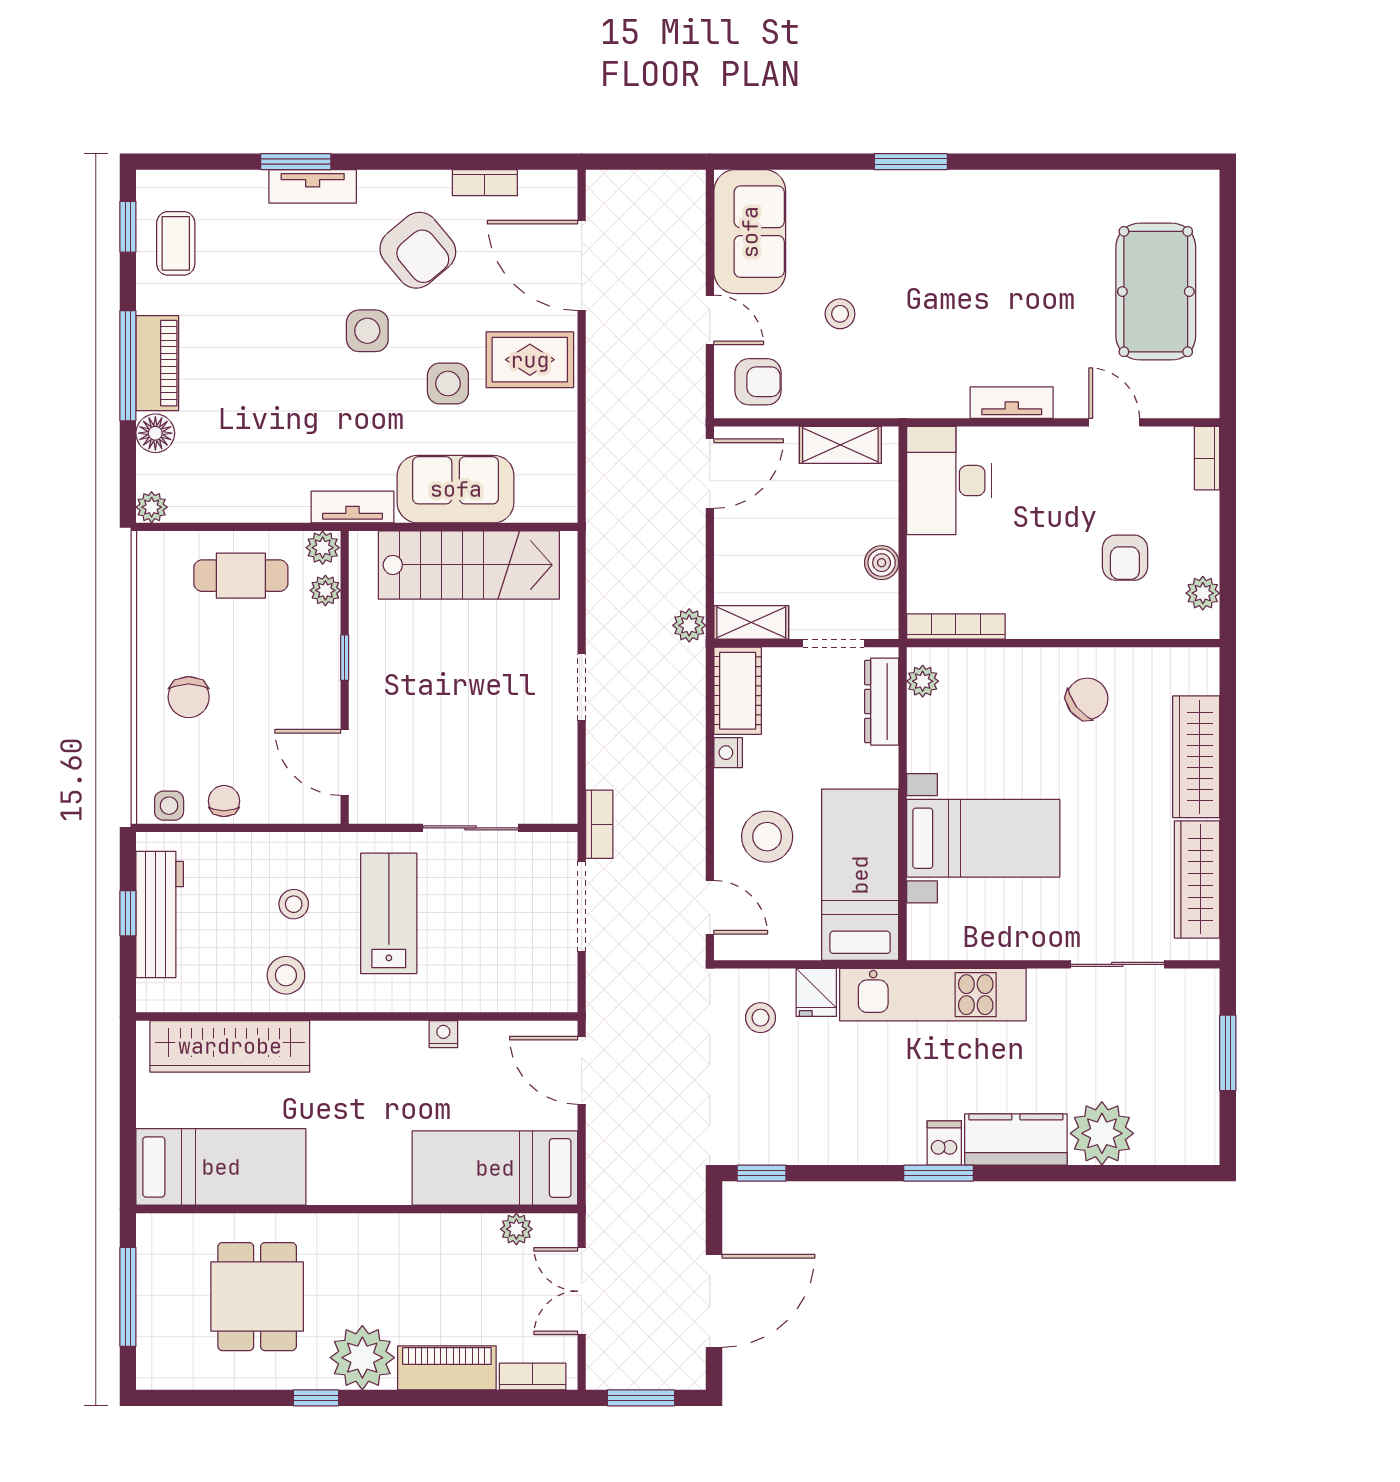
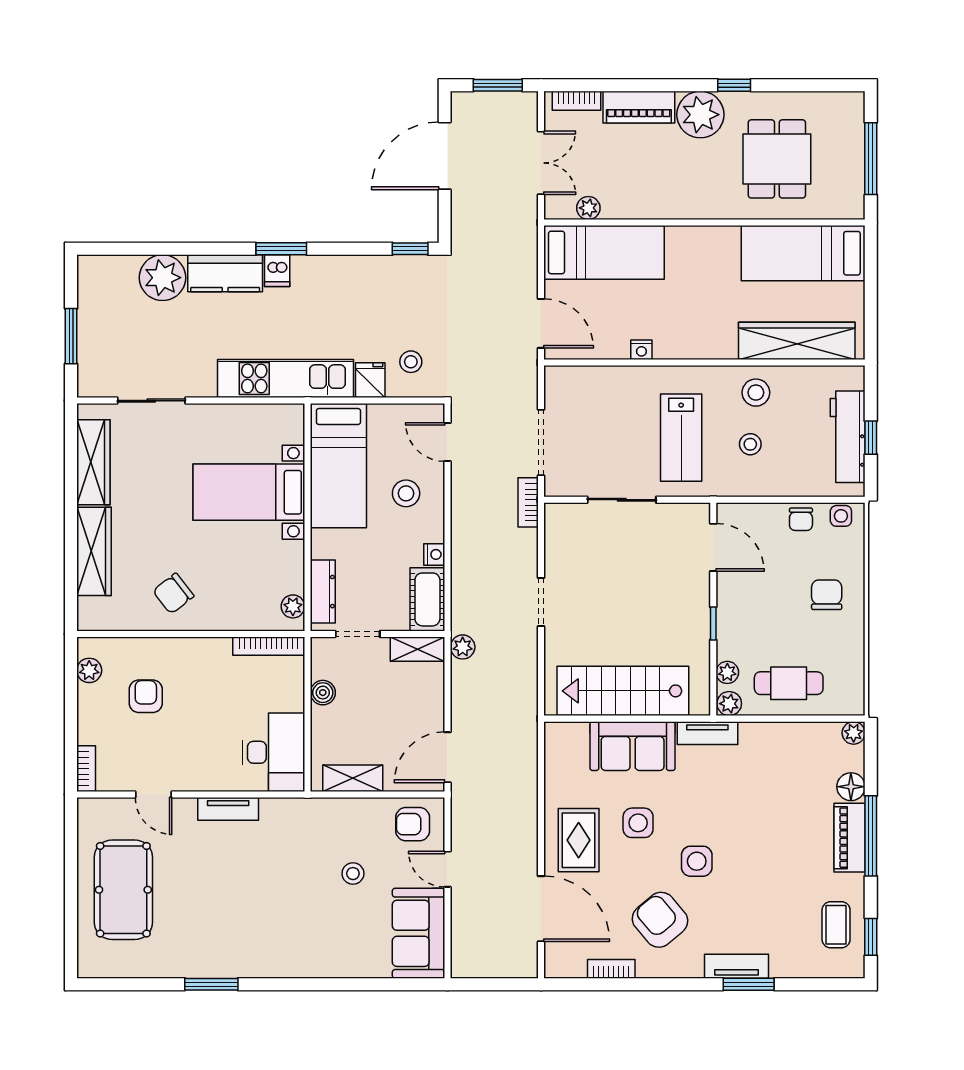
window: (911, 162) -> (211, 984), moved
rug: (530, 360) -> (579, 840), turned 90
stool: (767, 837) -> (406, 493), width x0.73, depth x0.73

